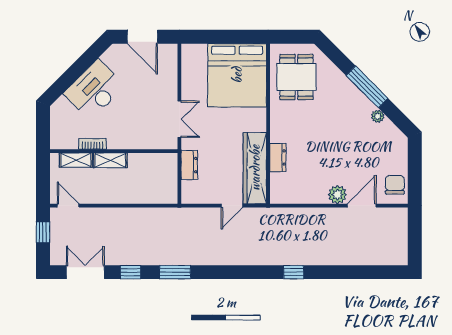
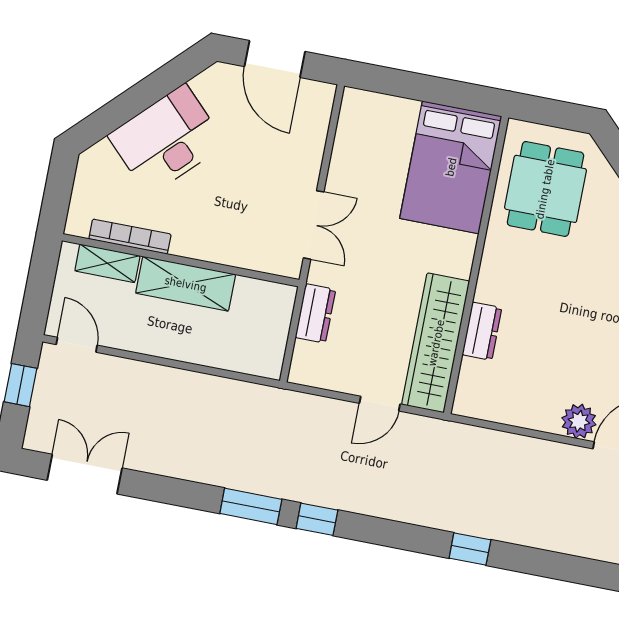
bed: (237, 75) -> (451, 167), width x0.73
bookcase: (93, 144) -> (130, 237), width x1.56
shelving: (110, 160) -> (186, 284), width x1.50, depth x1.33
window: (130, 272) -> (317, 519), moved

